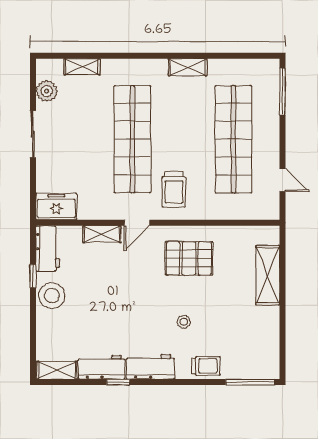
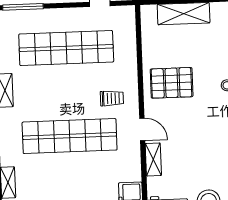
trolley: (174, 189) -> (112, 98), width x0.73, depth x0.72
pallet: (189, 258) -> (172, 83), turned 90

